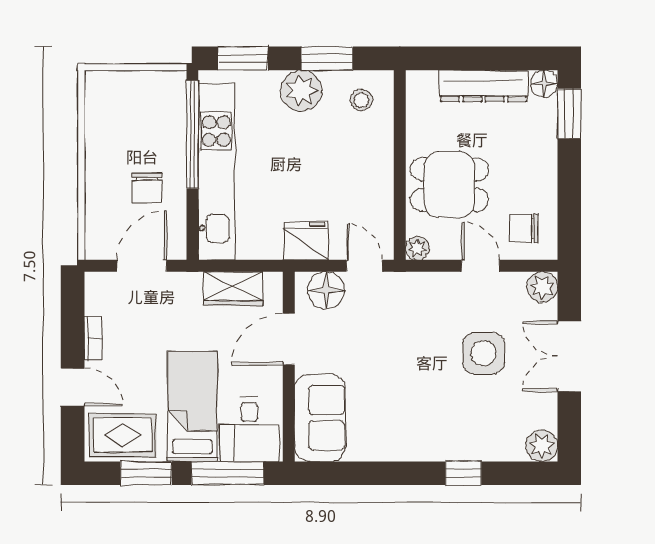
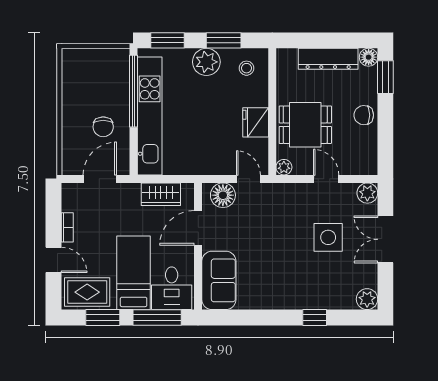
chair: (524, 228) -> (364, 115), moved
fridge: (306, 241) -> (256, 122), moved, turned -90

